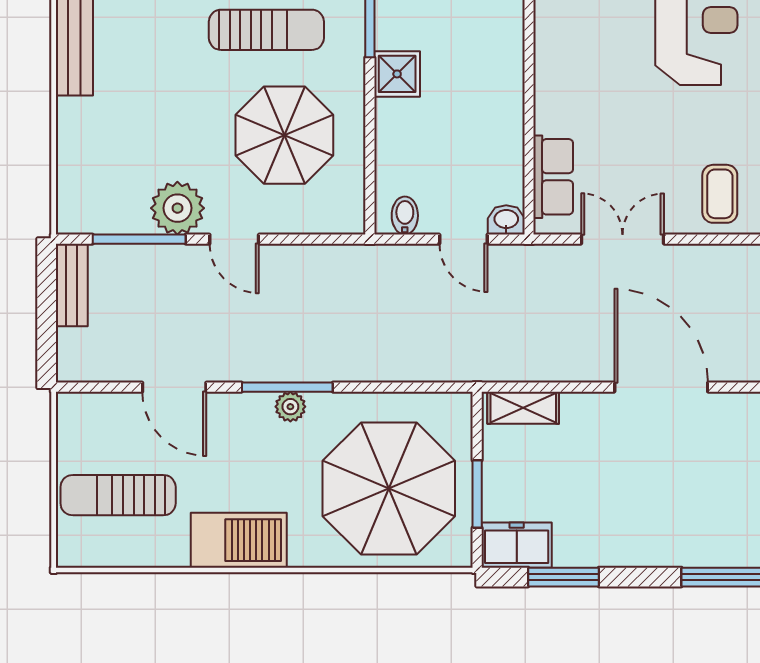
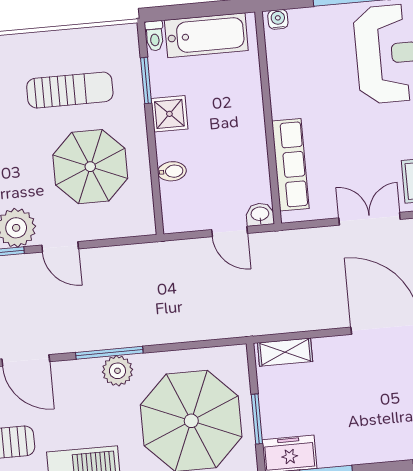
row of seats: (553, 177) -> (290, 165), width x1.48
bidet: (405, 216) -> (172, 171), moved, turned 90
double door: (623, 239) -> (369, 219), moved
plant: (290, 407) -> (117, 371), width x1.38, depth x1.38

